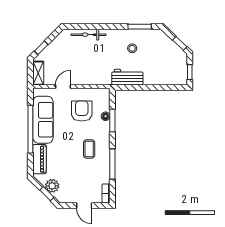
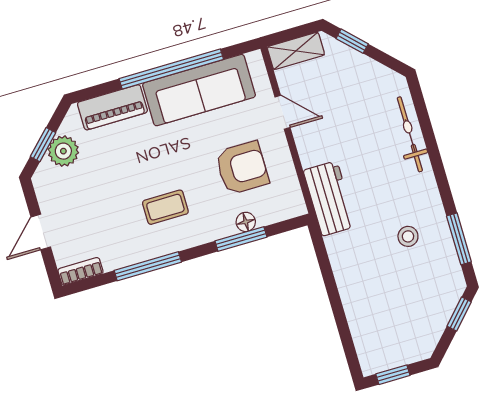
window: (180, 43) -> (459, 314), moved
workbench: (127, 77) -> (330, 198), moved

